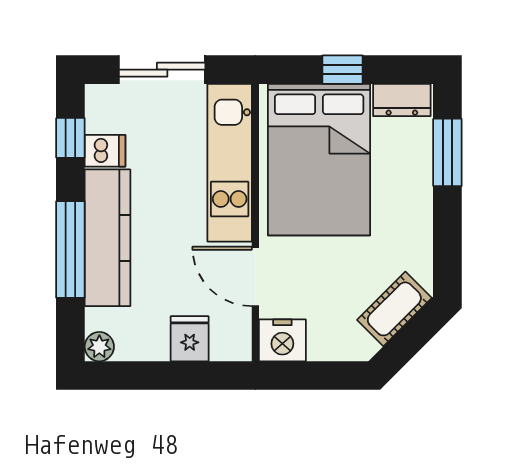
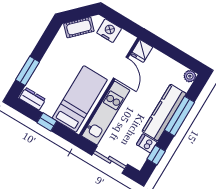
bed: (319, 160) -> (80, 99), width x0.67
fridge: (190, 339) -> (142, 51), moved
nightstand: (282, 340) -> (109, 31), moved

